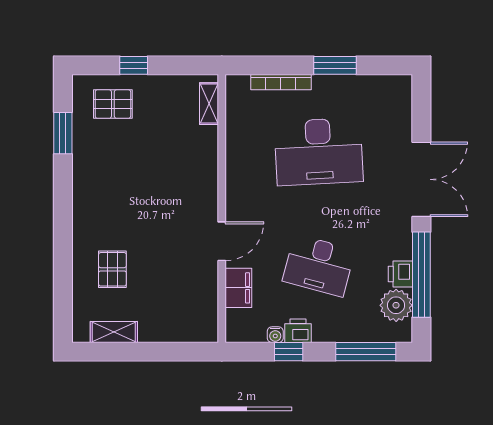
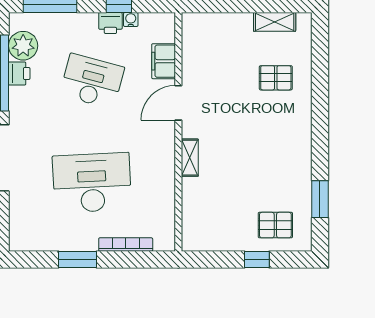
shelving: (209, 104) -> (190, 158), moved
pallet: (112, 269) -> (276, 78), turned 90

